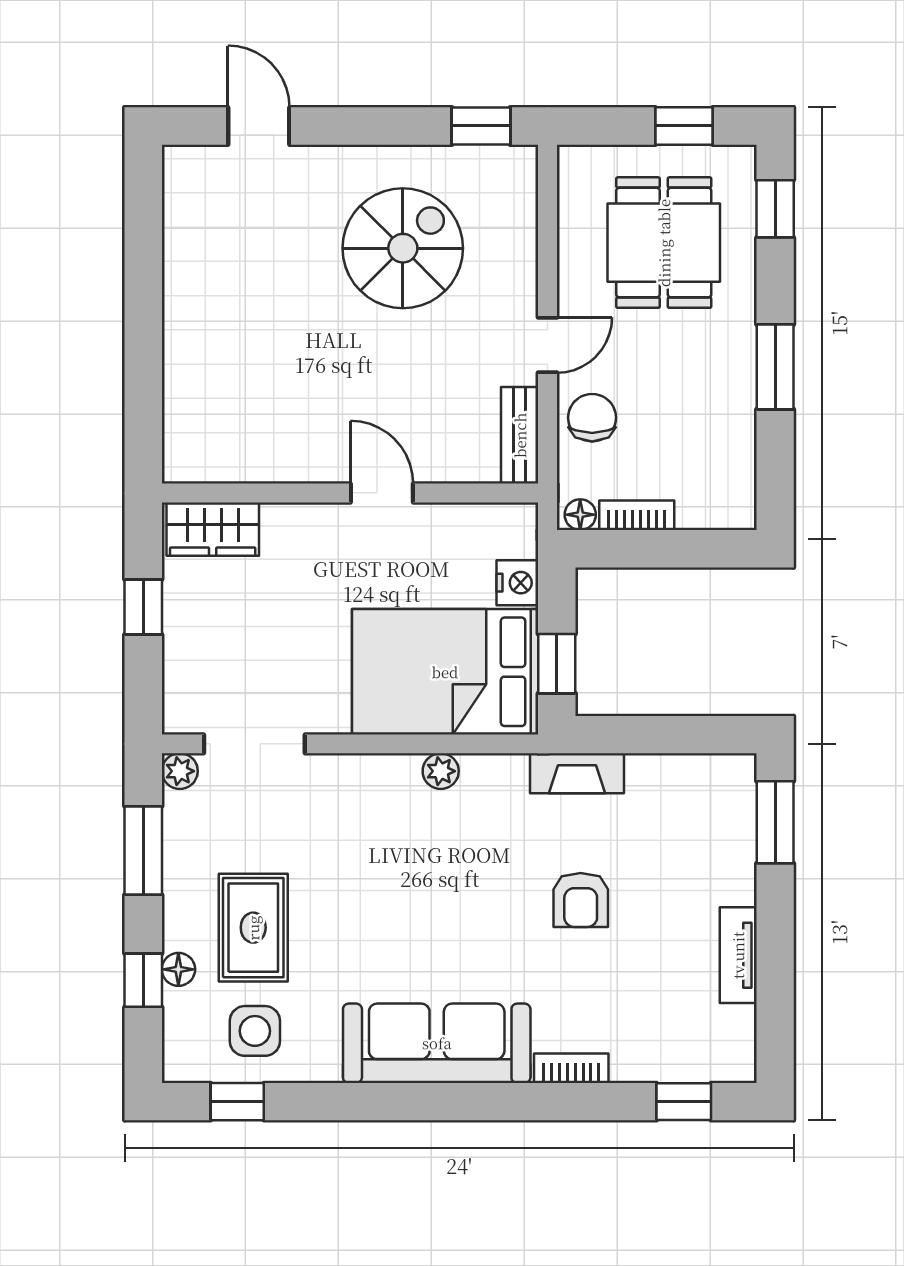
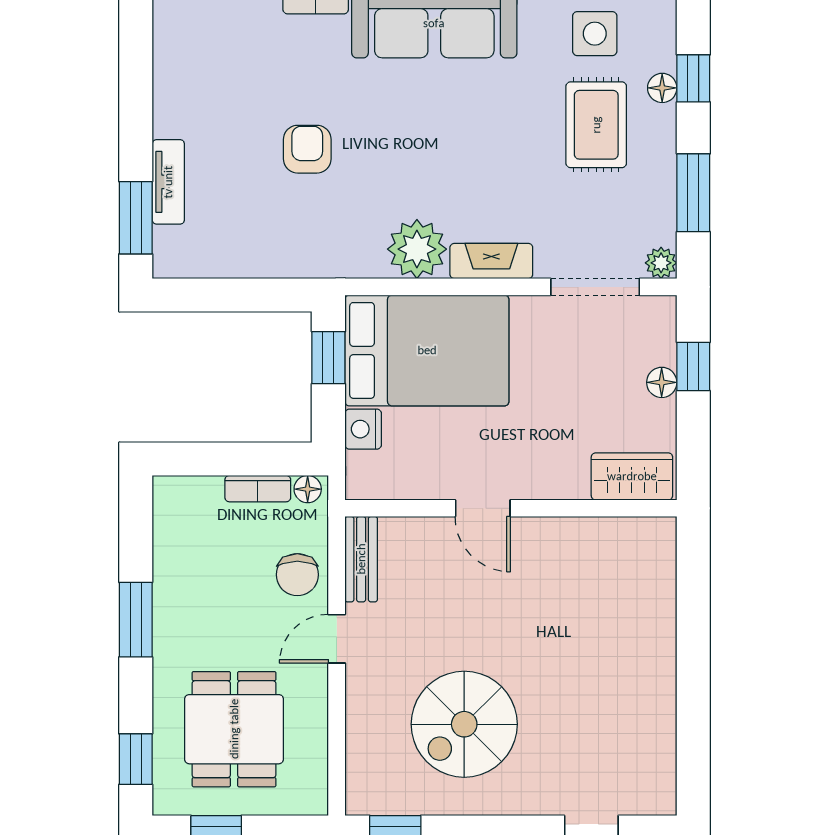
window: (143, 607) -> (693, 366), moved
floor lamp: (179, 636) -> (662, 382), added
plant: (441, 771) -> (417, 249), width x1.88, depth x1.88
fireplace: (577, 773) -> (491, 261), moved
tv unit: (738, 955) -> (168, 182), moved

